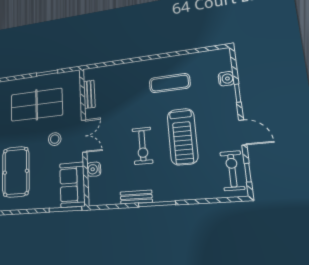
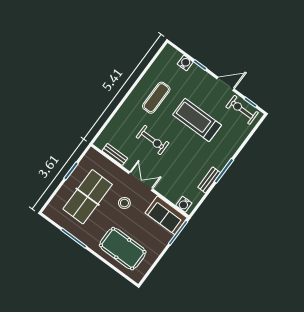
treadmill: (182, 137) -> (197, 120), turned 180
exercise bike: (142, 146) -> (153, 140), moved
water cooler: (94, 169) -> (184, 204), moved

